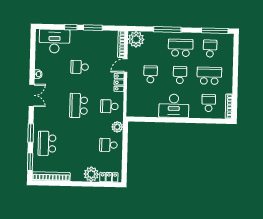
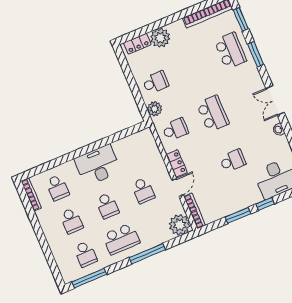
school desk: (209, 76) -> (71, 221), width x0.54

